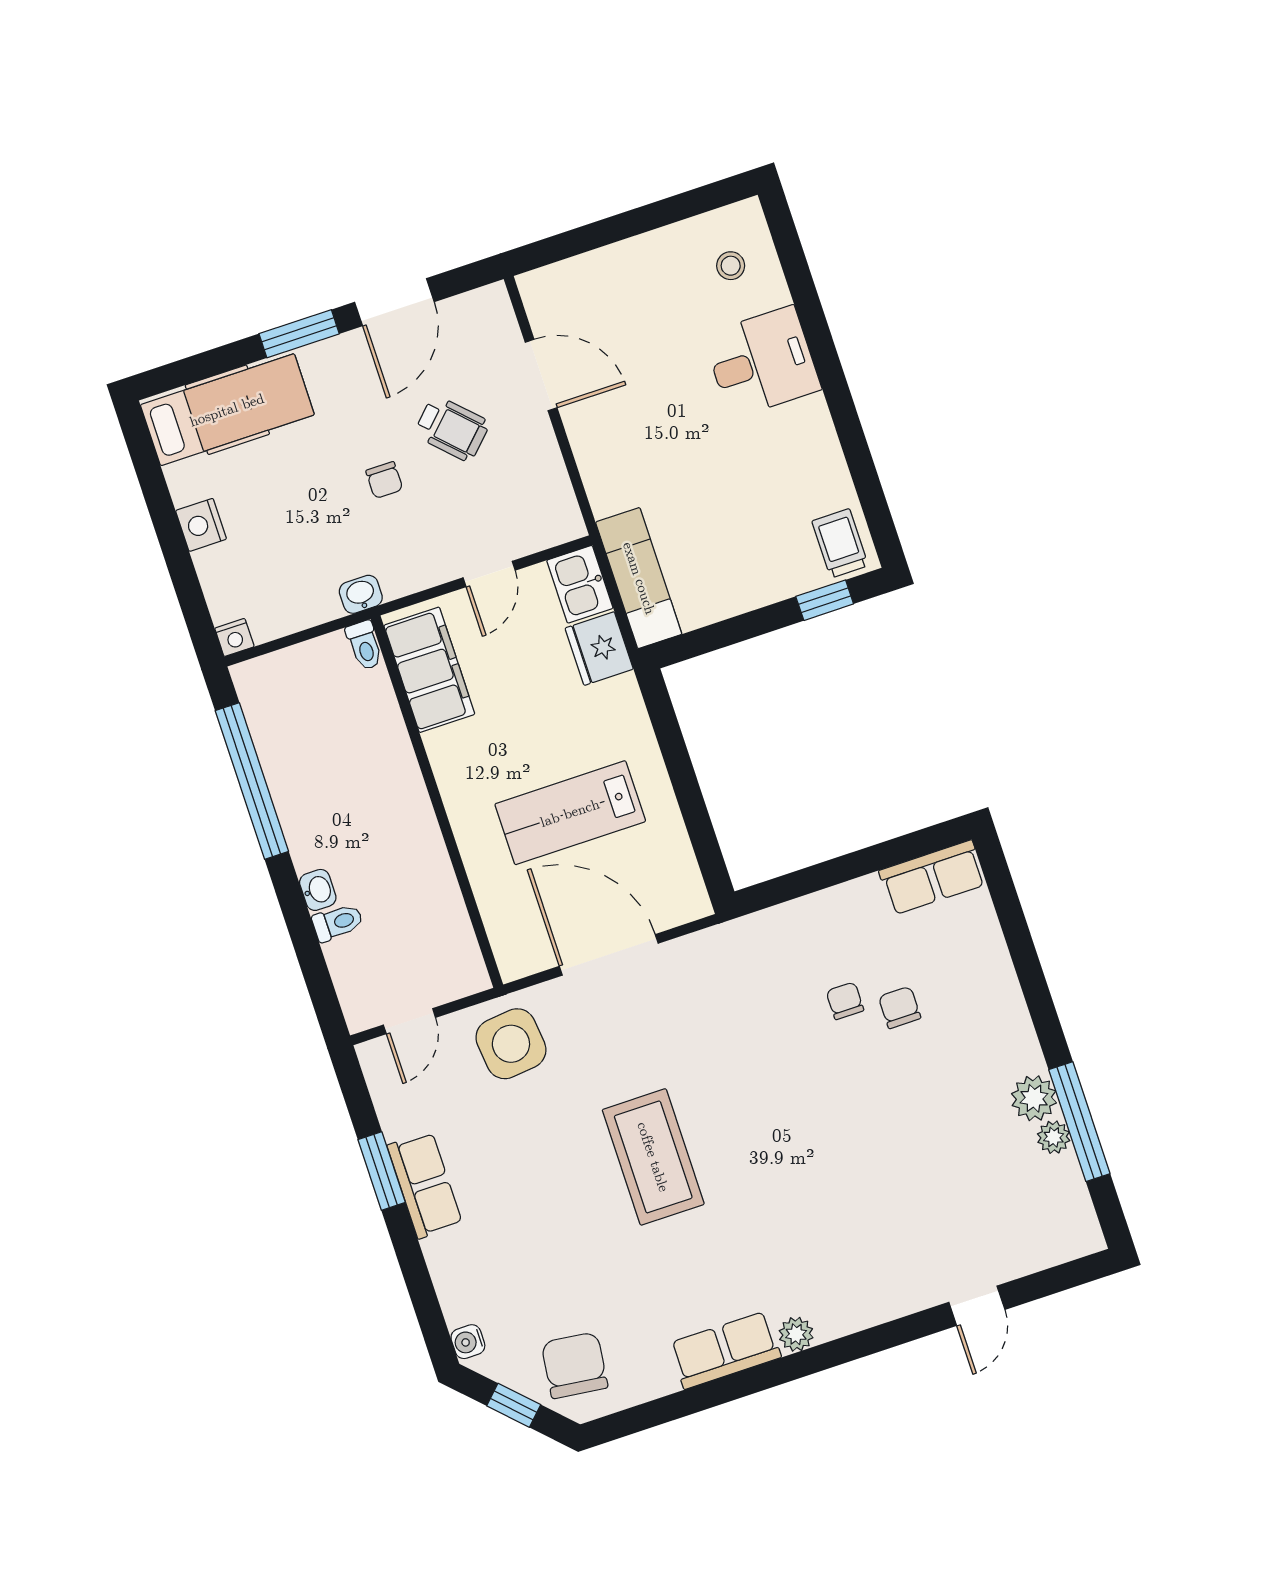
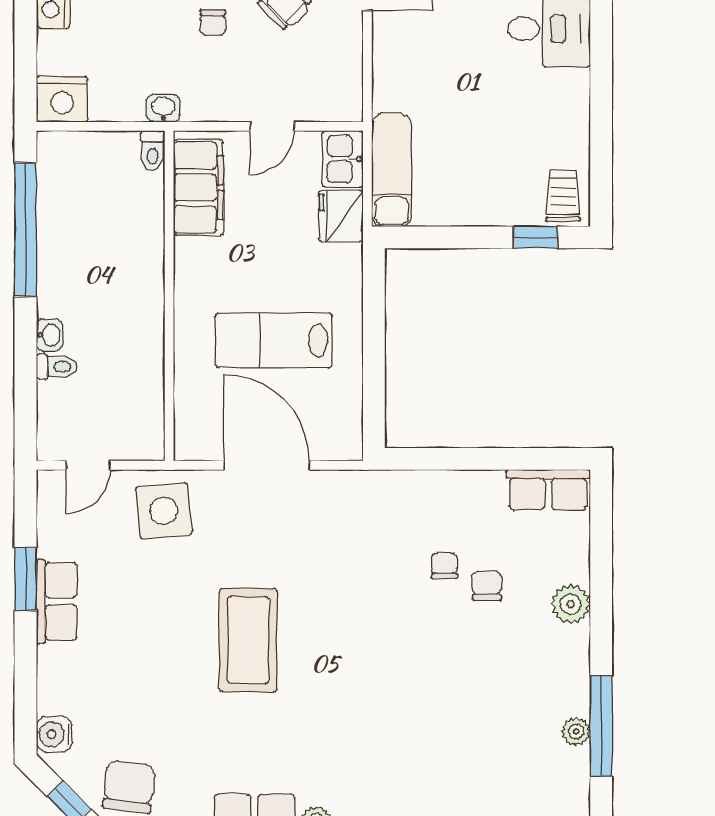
nightstand: (234, 637) -> (62, 99), width x1.89, depth x1.79
plant: (1034, 1098) -> (571, 604), moved
water cooler: (468, 1342) -> (54, 734), width x1.38, depth x1.38

